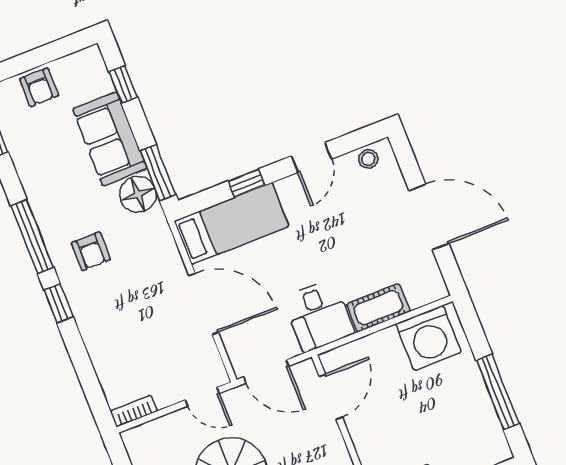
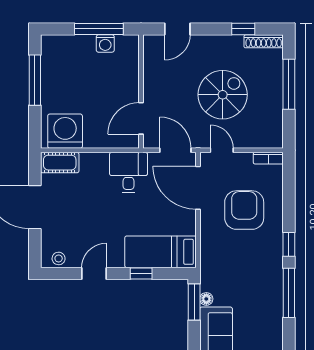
floor lamp: (138, 194) -> (206, 299), width x0.53, depth x0.53
armchair: (91, 251) -> (244, 210), moved, width x1.88, depth x1.88
door: (204, 304) -> (198, 188), moved
cot: (378, 308) -> (60, 163), moved

